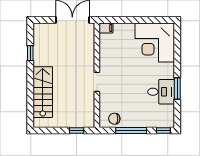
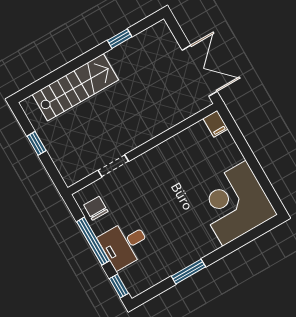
doorway: (97, 82) -> (113, 166), moved
desk: (161, 92) -> (125, 244), moved, turned 90
window: (77, 130) -> (37, 143), moved

